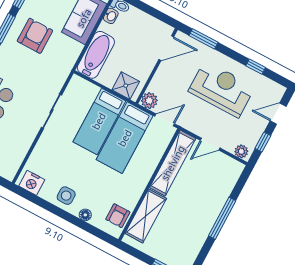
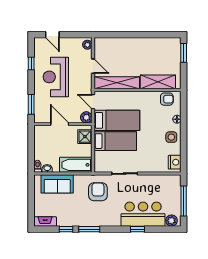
armchair: (35, 36) -> (98, 192), moved, turned 90
door: (166, 48) -> (60, 124), moved
window: (263, 142) -> (75, 35), removed
window: (222, 218) -> (134, 35), removed

